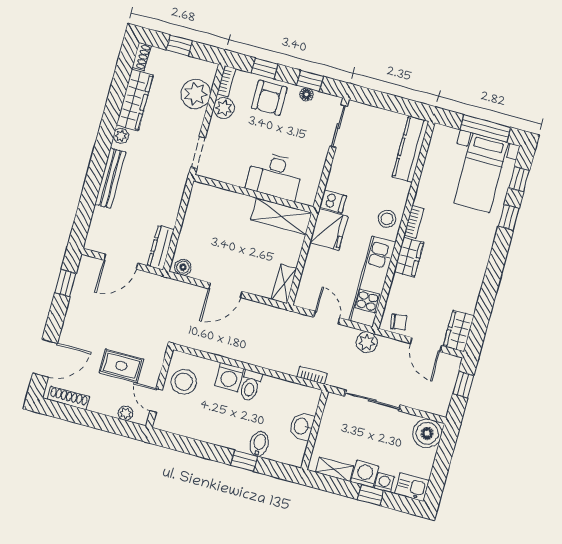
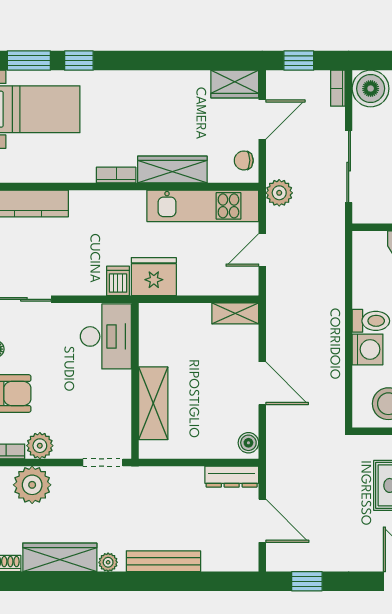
desk: (275, 176) -> (106, 336), moved
window: (519, 179) -> (29, 61), width x1.50
shelving: (281, 216) -> (153, 403), moved
stool: (387, 219) -> (121, 209), removed
wardrobe: (409, 257) -> (172, 170), width x1.50
chair: (399, 322) -> (244, 160), turned -81
bookcase: (312, 375) -> (338, 88), moved

